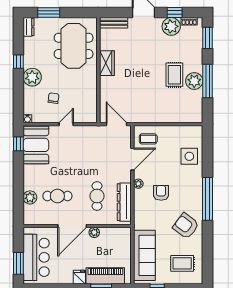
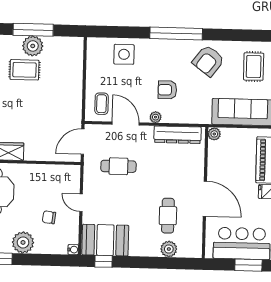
cafe table: (97, 196) -> (118, 166), moved
plant: (94, 232) -> (214, 134), moved

